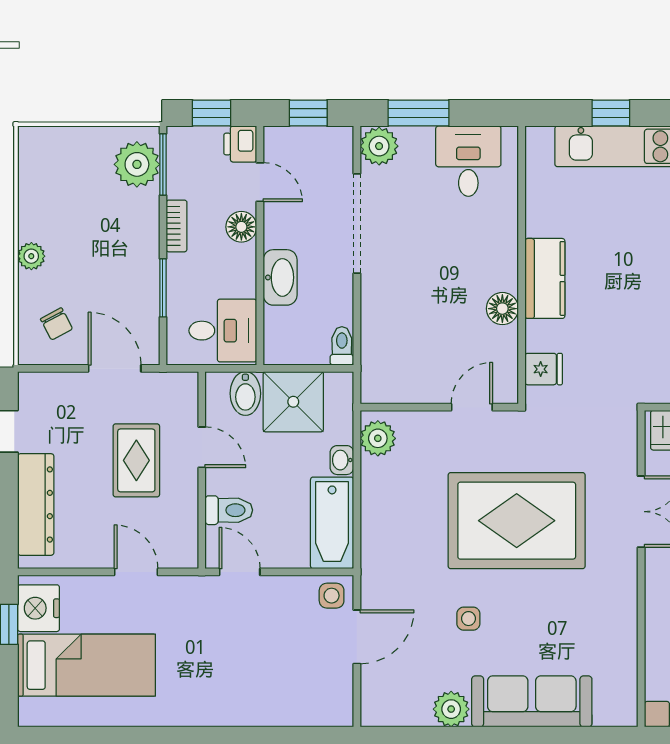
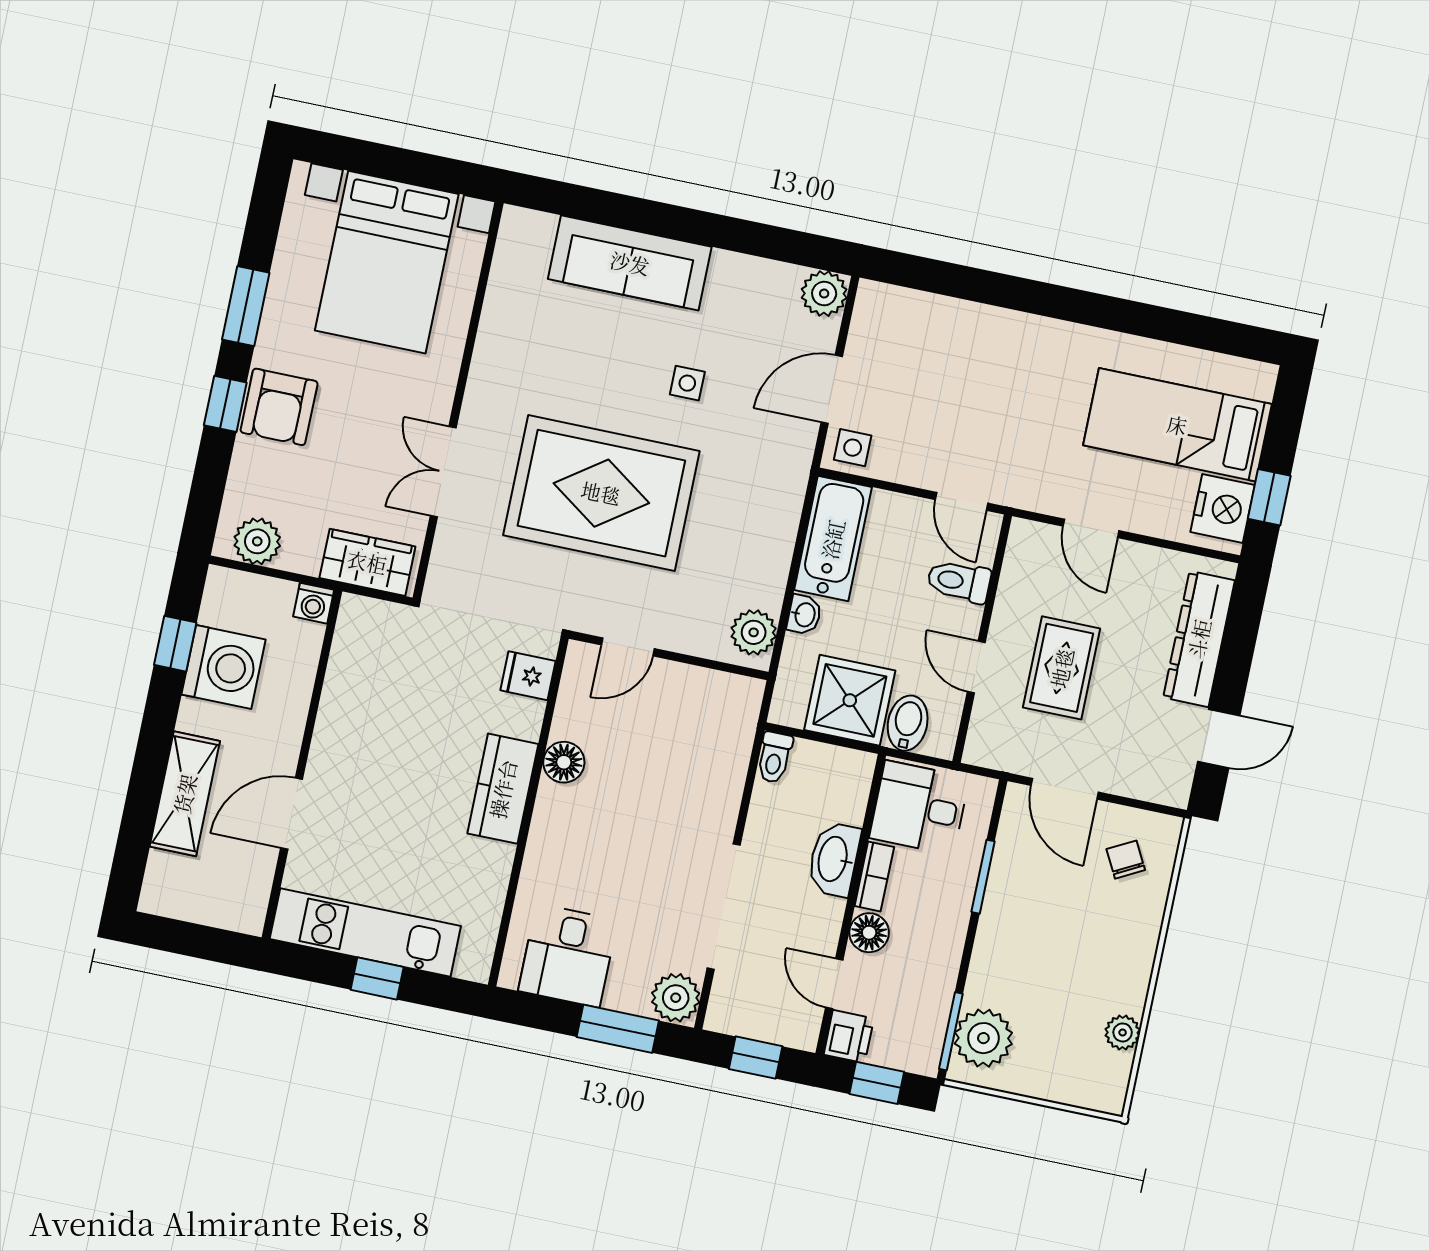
bookcase: (177, 226) -> (874, 877), moved, turned 180
plant: (31, 256) -> (1123, 1032), moved
plant: (451, 709) -> (824, 294), moved

